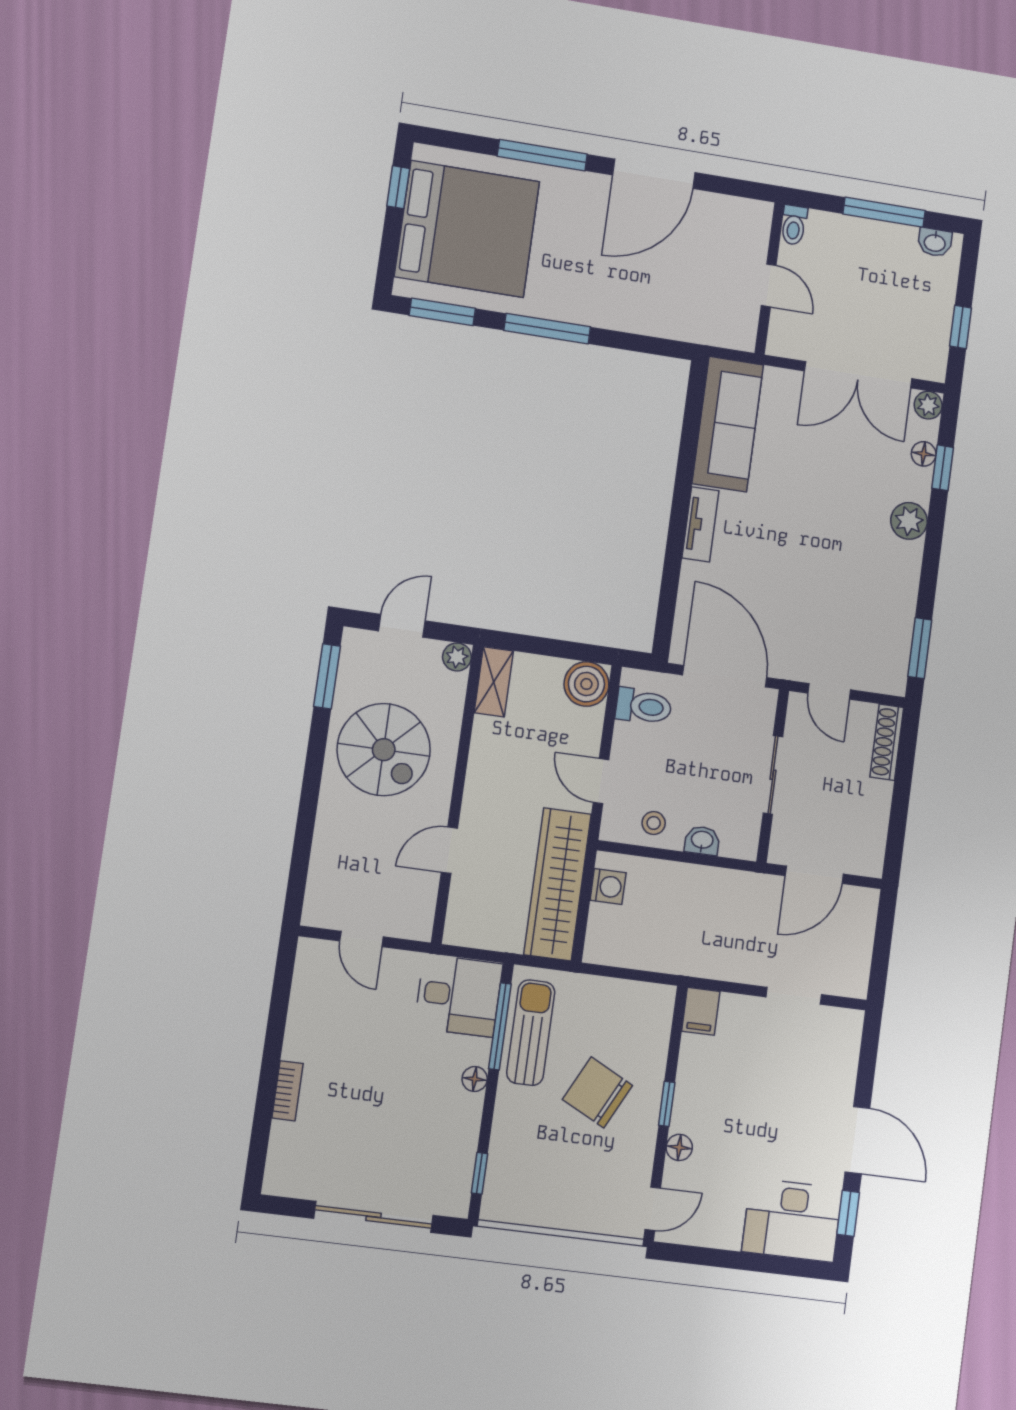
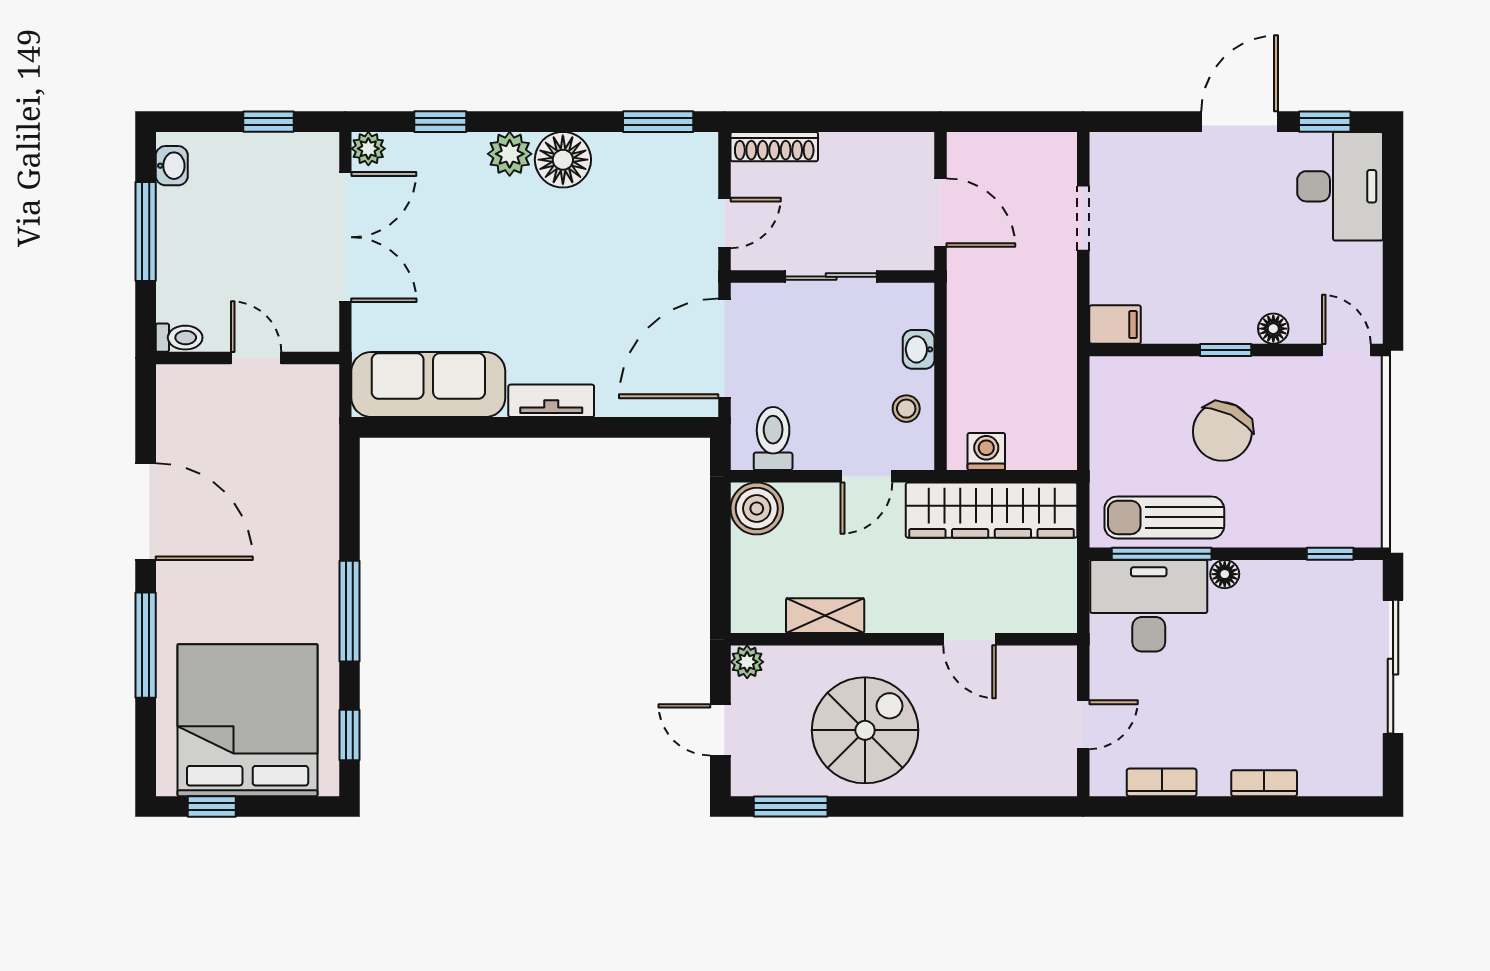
door: (769, 285) -> (256, 358), hinge flipped
window: (442, 312) -> (349, 735), width x0.67
floor lamp: (924, 454) -> (563, 160), moved, width x1.89, depth x1.89
shelving: (494, 682) -> (825, 616), moved
desk: (458, 996) -> (1149, 606), width x1.37
bookcase: (301, 1001) -> (1162, 782), added

